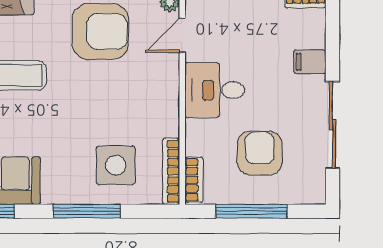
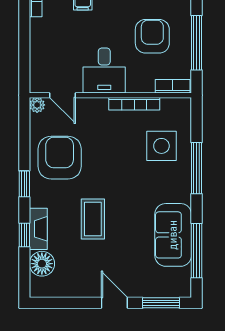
armchair: (260, 153) -> (152, 36), turned 90
bookcase: (171, 171) -> (134, 104), moved

